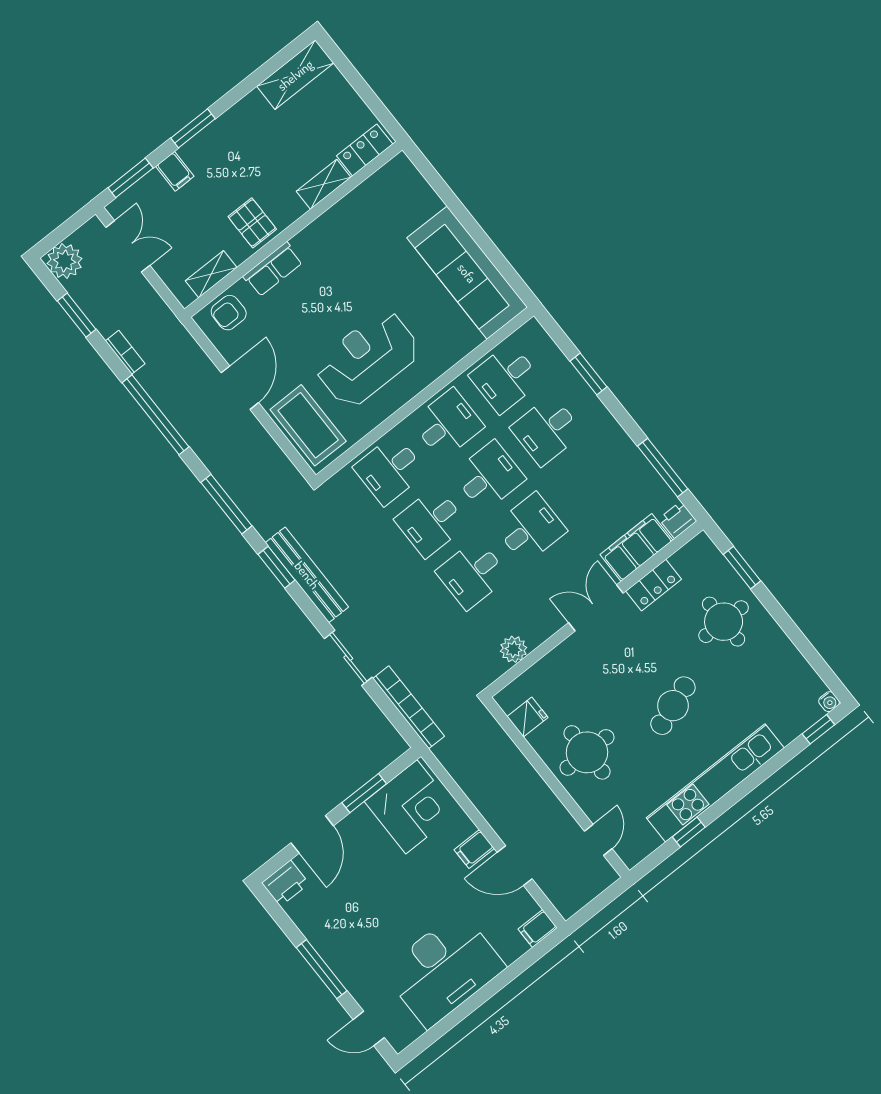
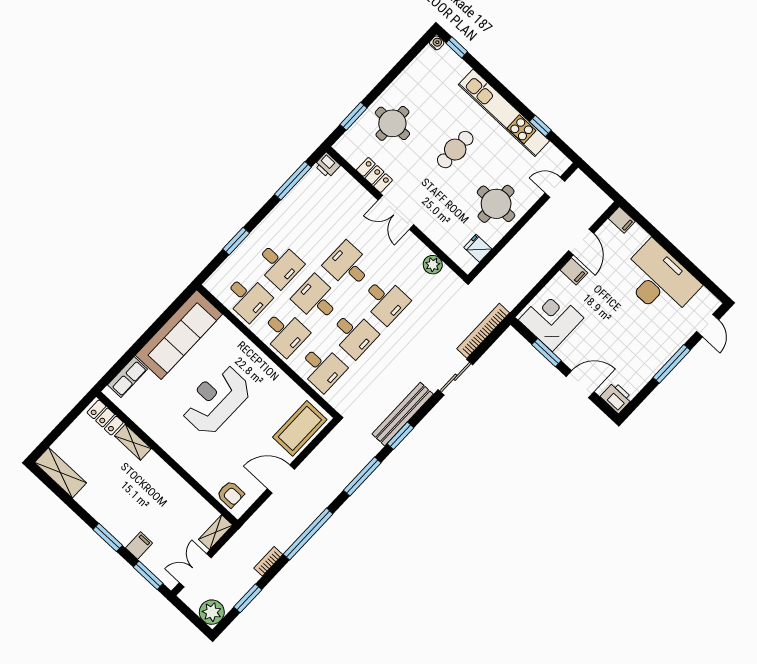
pallet: (252, 223) -> (167, 487), removed
row of seats: (273, 269) -> (128, 377), moved, turned 90
shelving: (211, 274) -> (216, 532), moved, turned 90
reception desk: (367, 359) -> (216, 400), moved, turned 90
desk: (448, 424) -> (285, 333), turned 180
filing cabinet: (636, 547) -> (350, 191), removed
cafe table: (673, 706) -> (455, 150), turned -70

